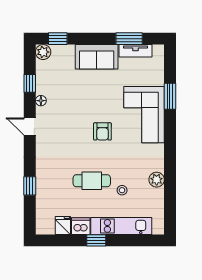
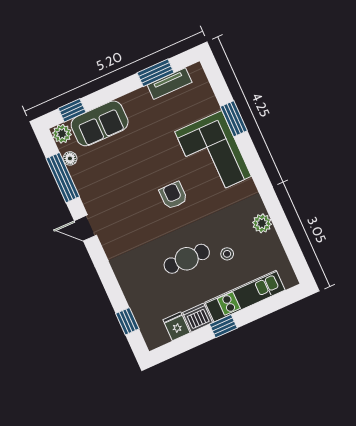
sofa: (97, 57) -> (100, 123), moved
window: (30, 83) -> (63, 178), width x2.17
floor lamp: (41, 101) -> (70, 158), moved
armchair: (102, 131) -> (173, 195), turned 180
window: (30, 186) -> (127, 321), moved

